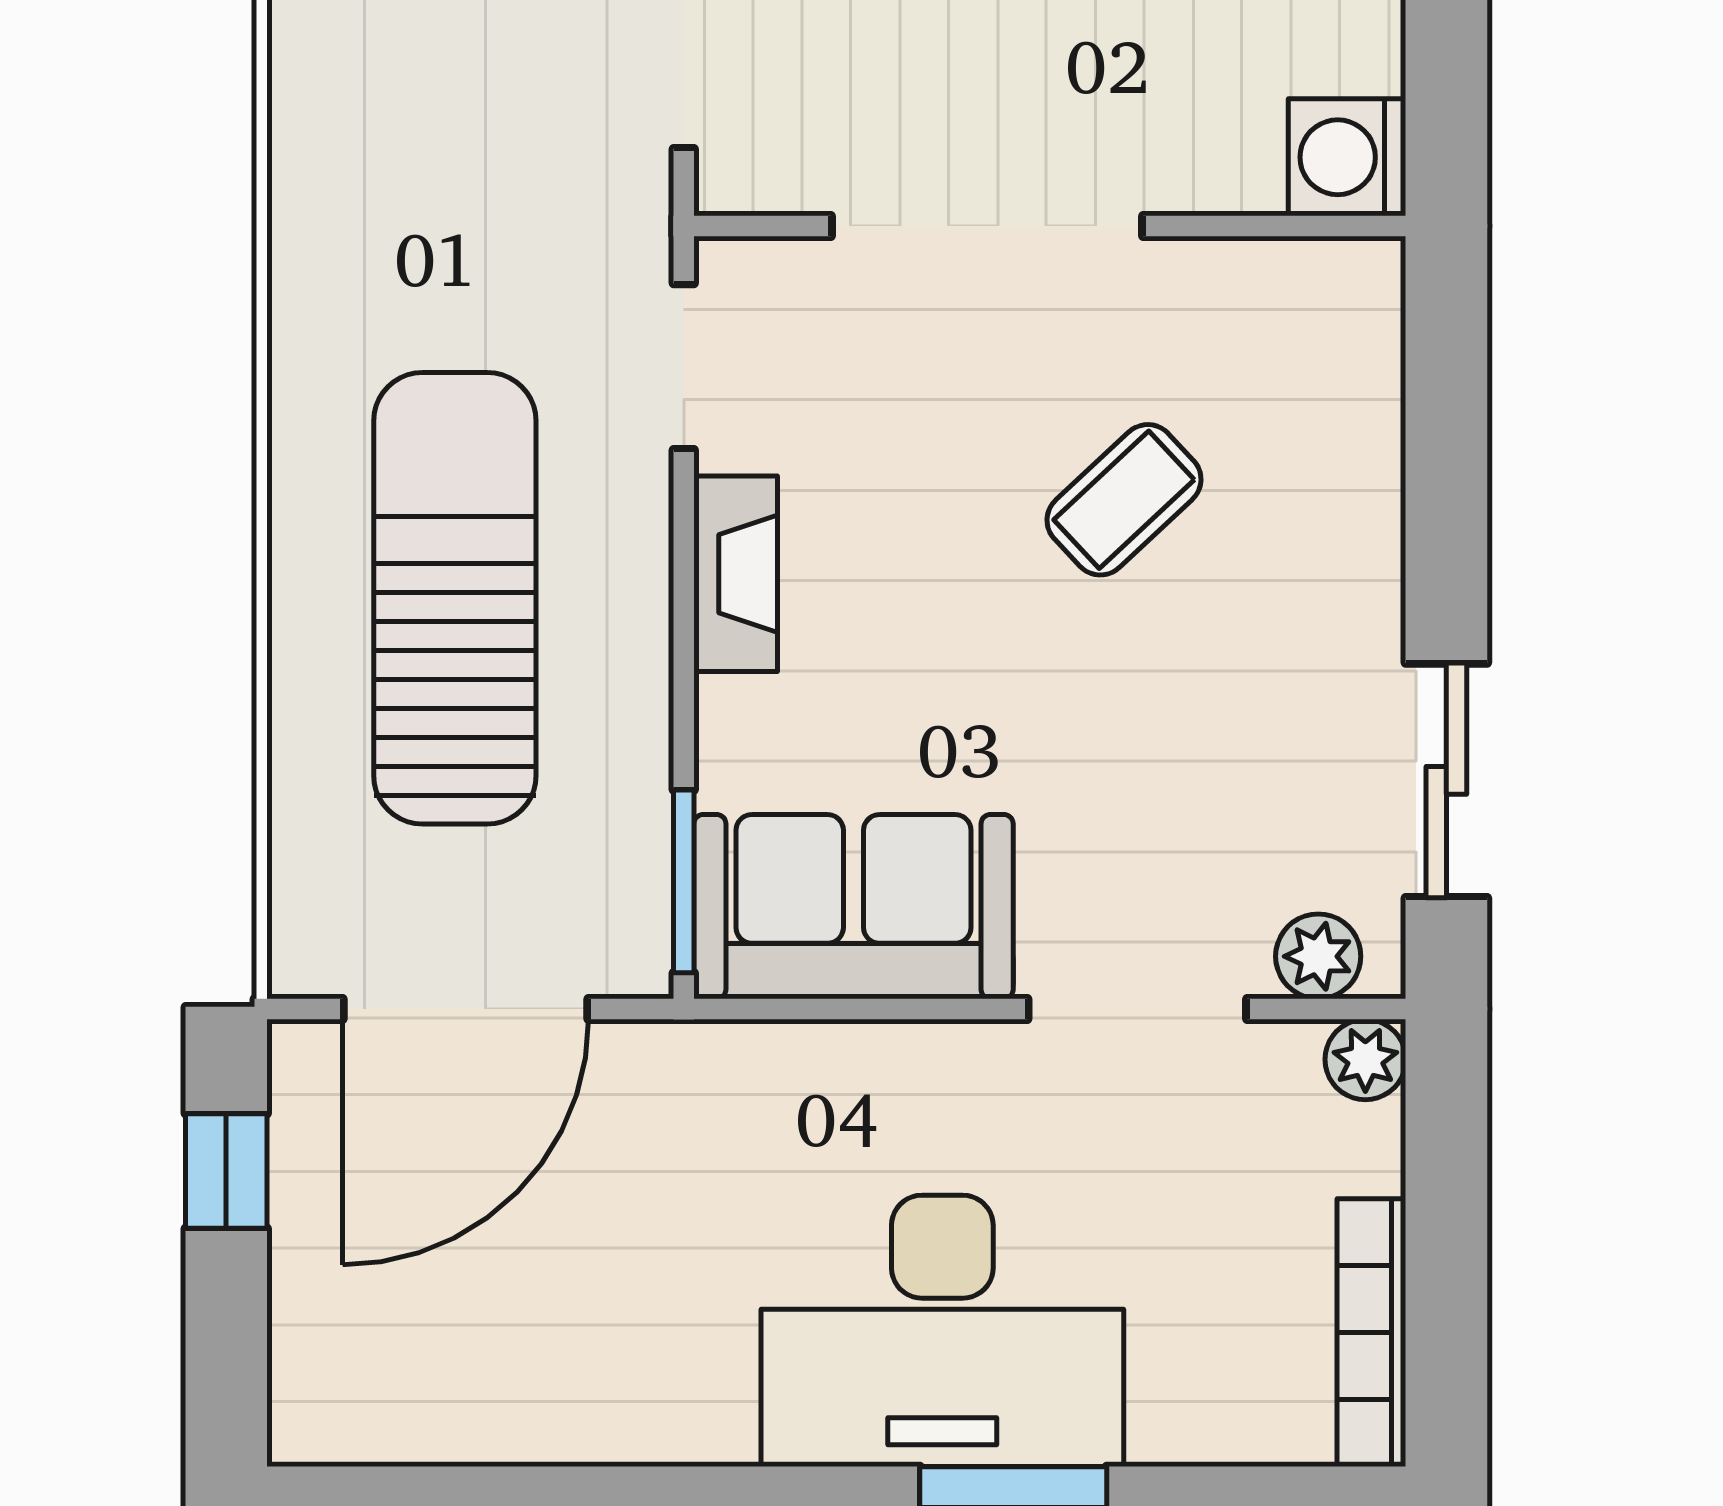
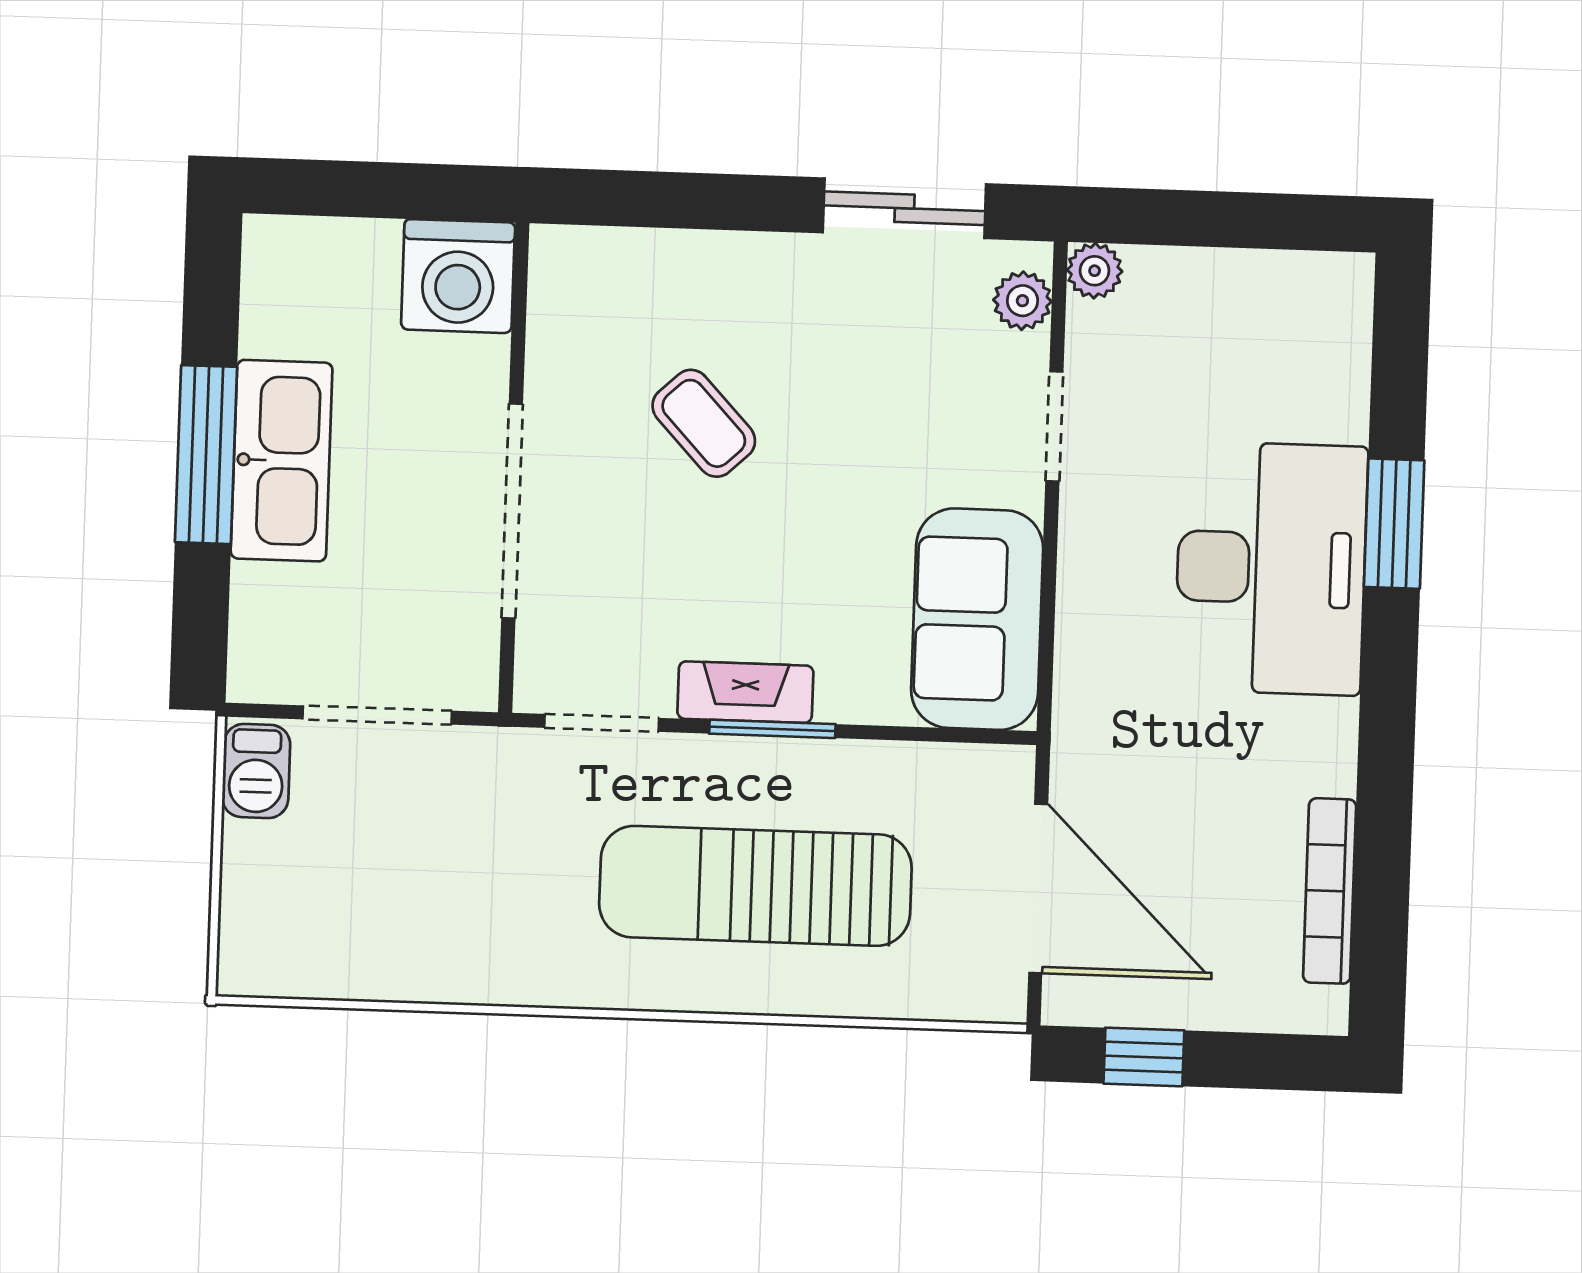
washing machine: (1347, 157) -> (458, 276), width x1.37, depth x1.37
window: (684, 881) -> (772, 729), moved
doorway: (1137, 1009) -> (1054, 426), width x0.73
bookcase: (1371, 1333) -> (1330, 891), moved, turned 90

